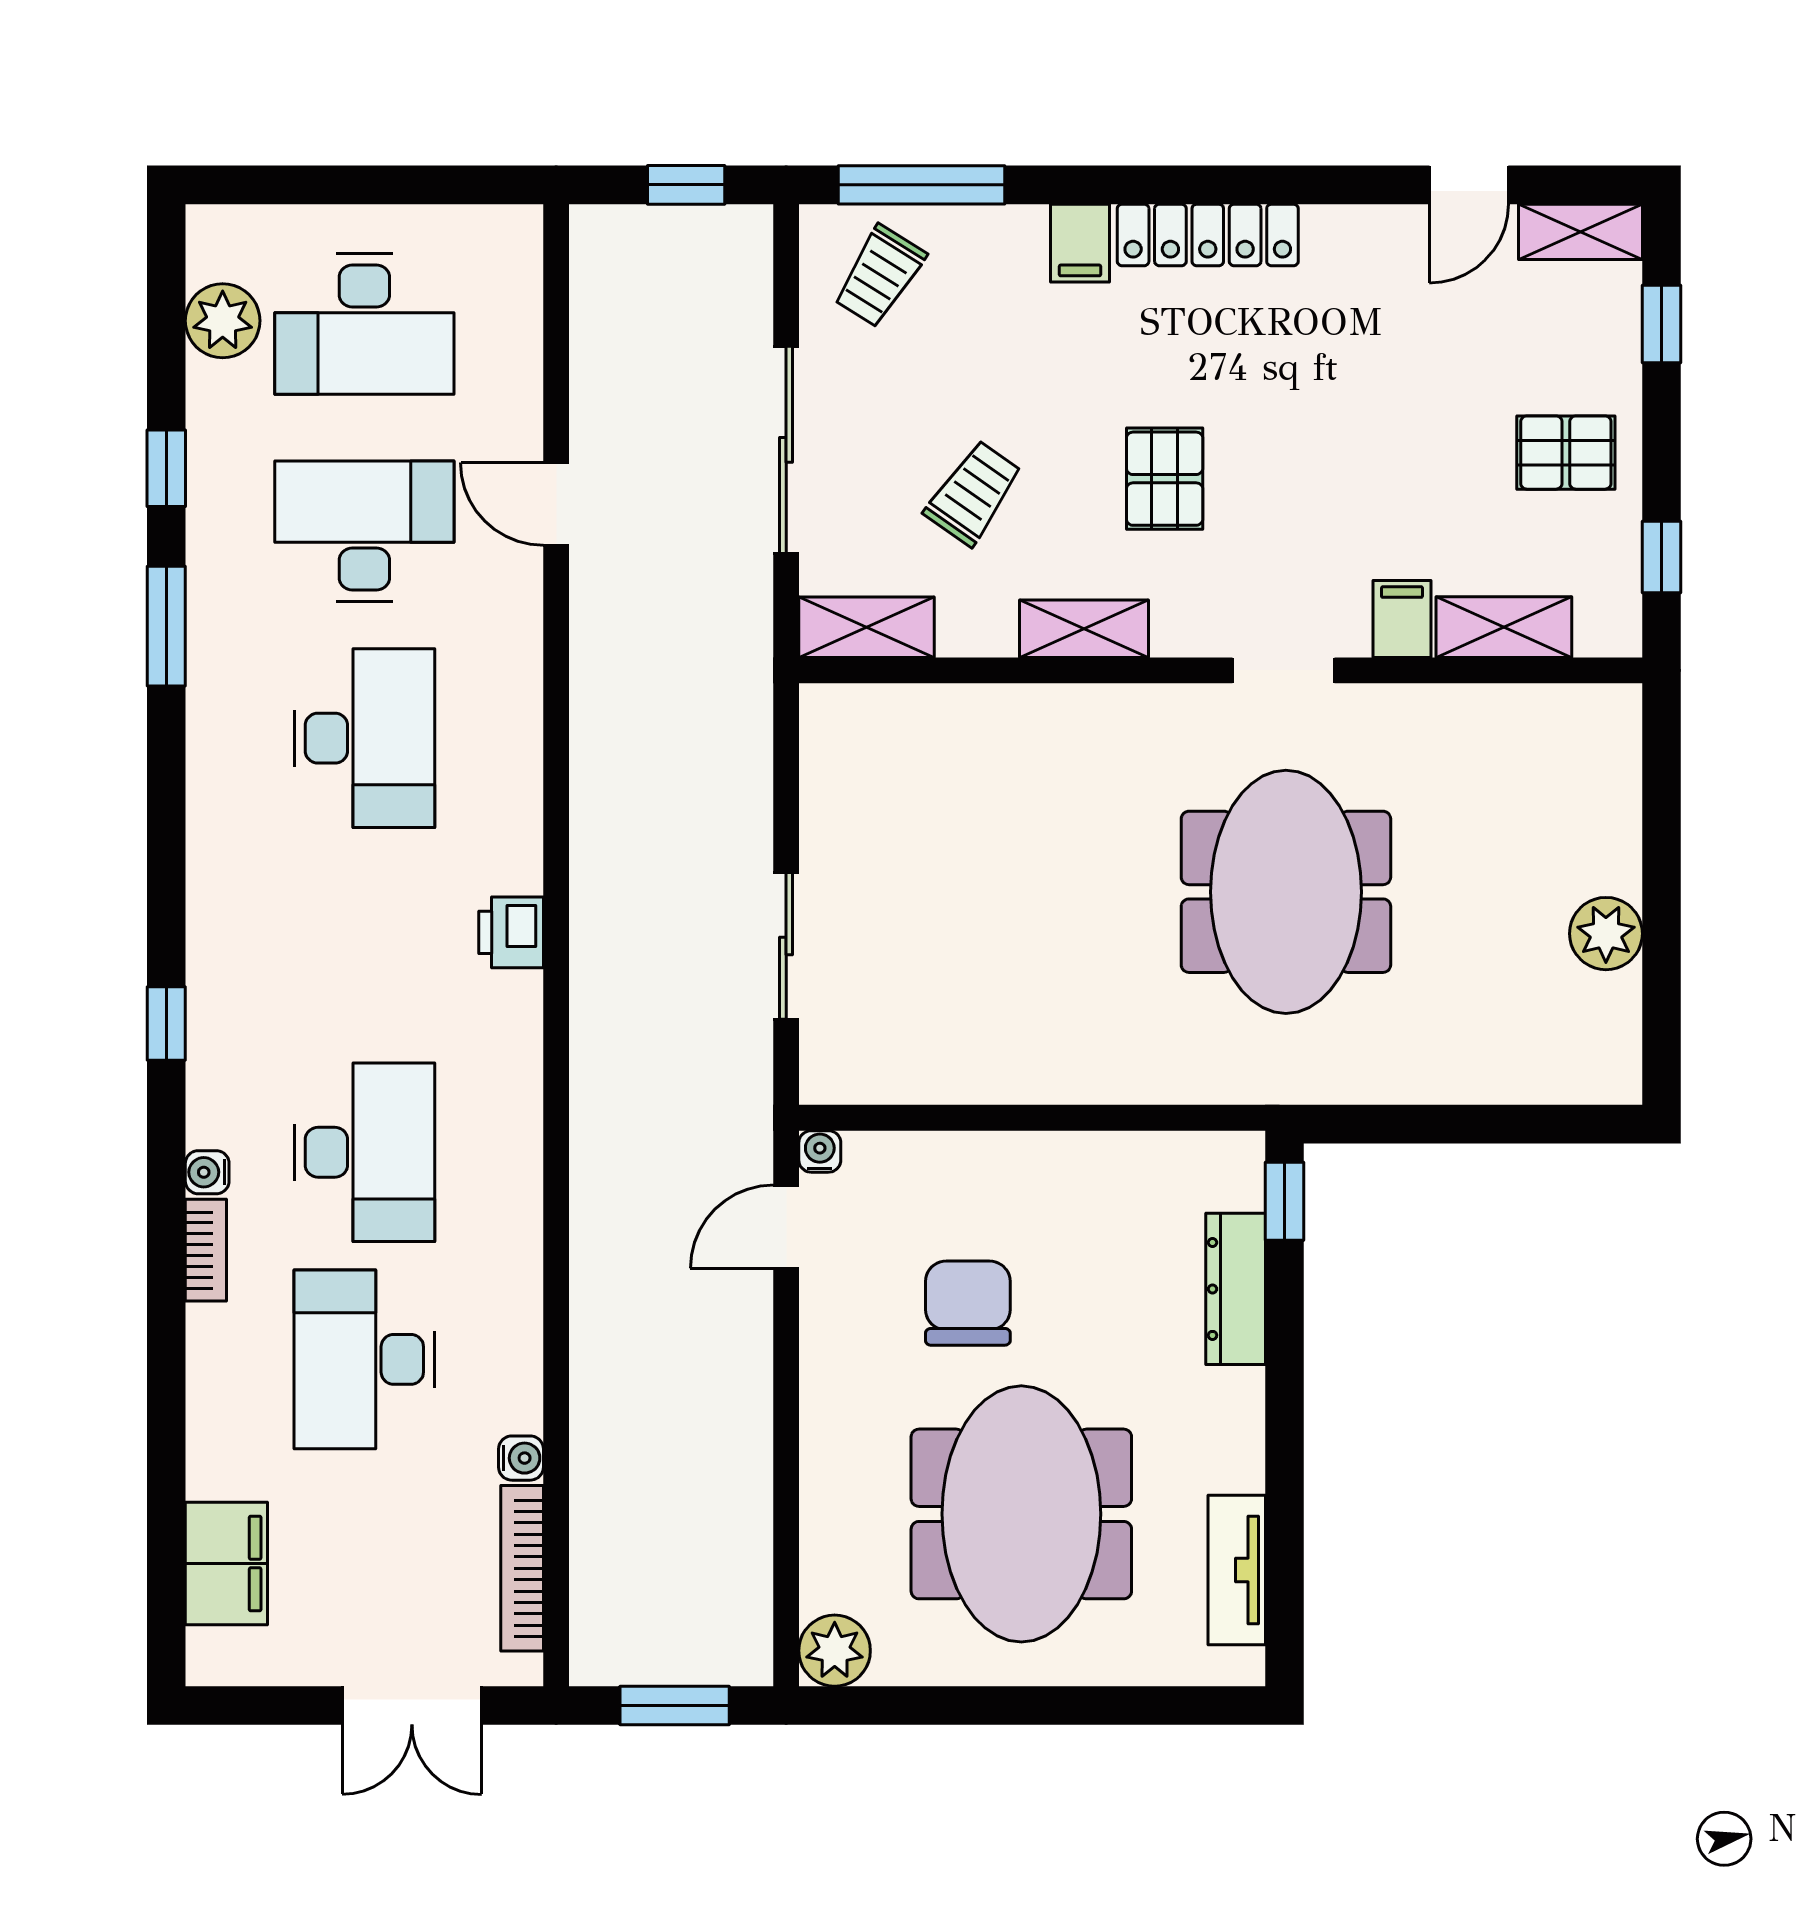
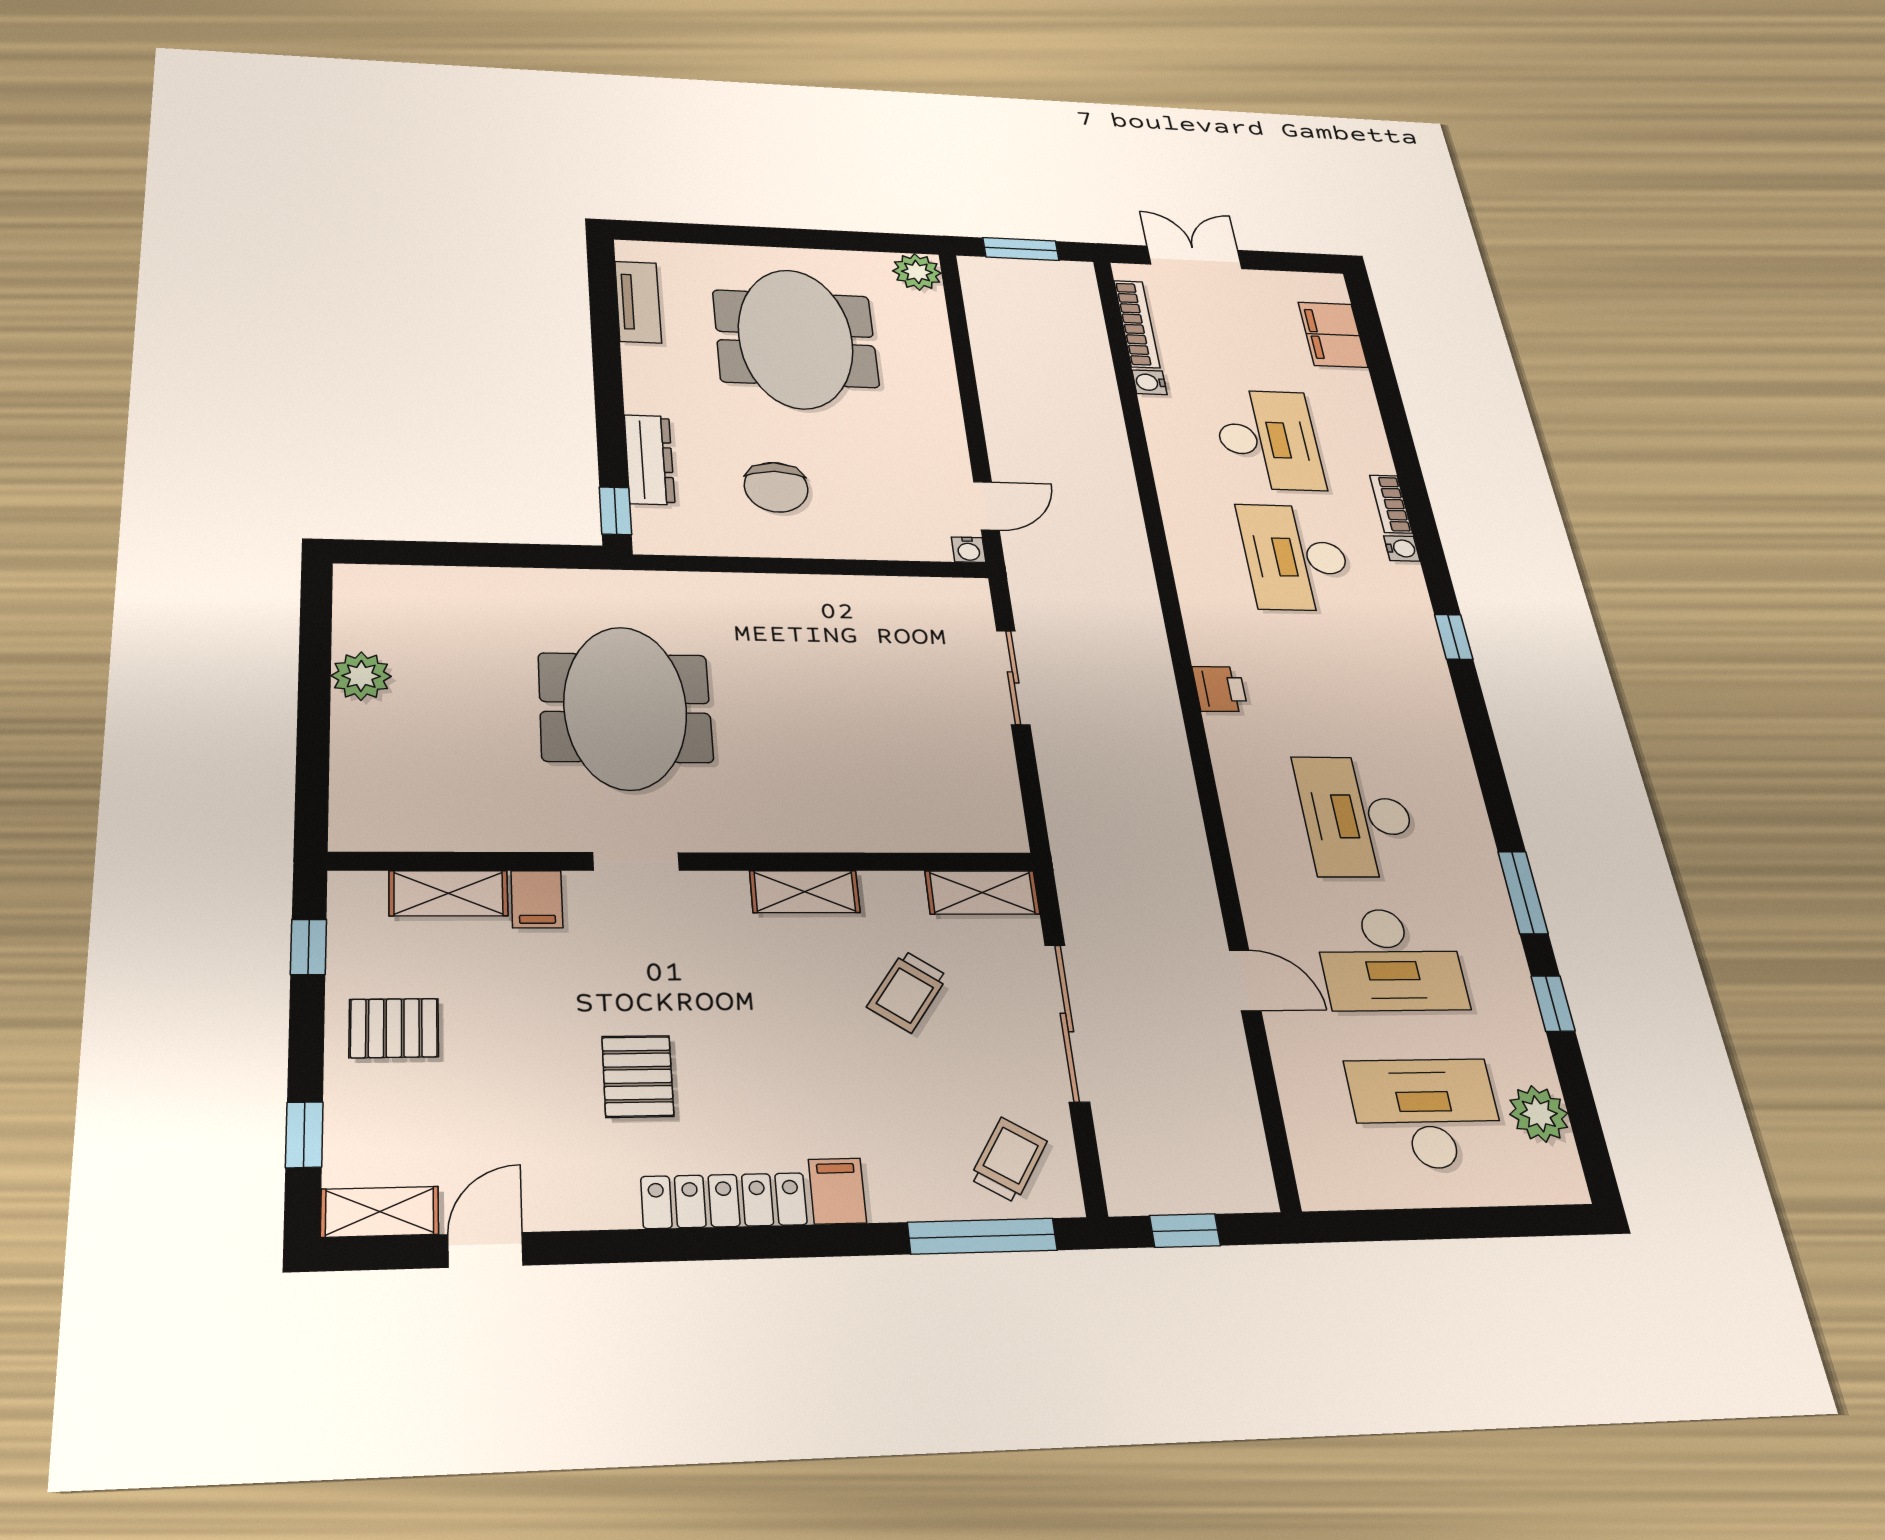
pallet: (1165, 479) -> (638, 1076), moved
chair: (968, 1303) -> (776, 487), moved

